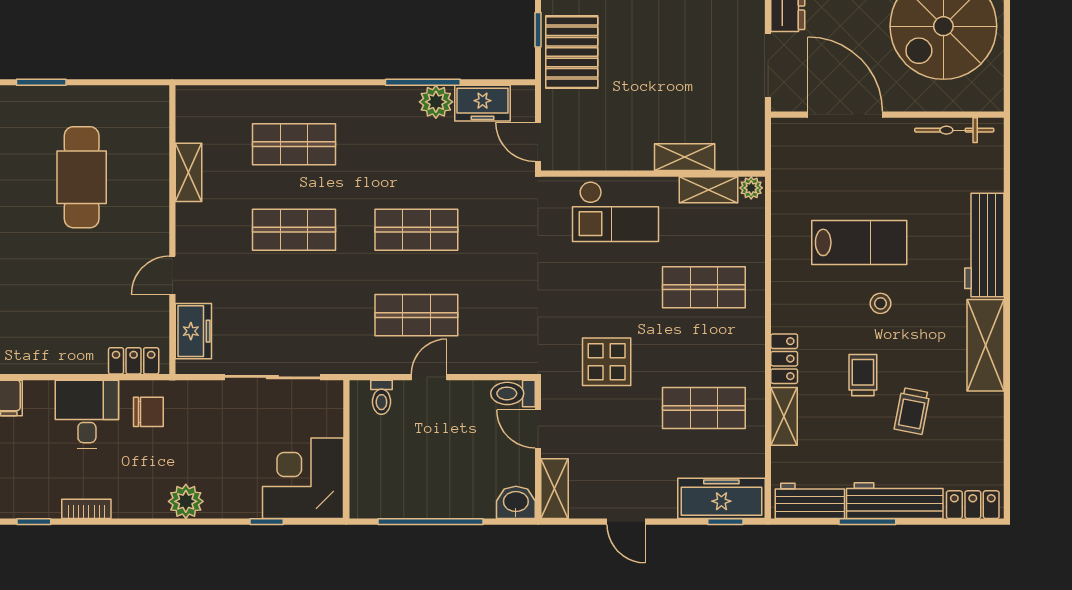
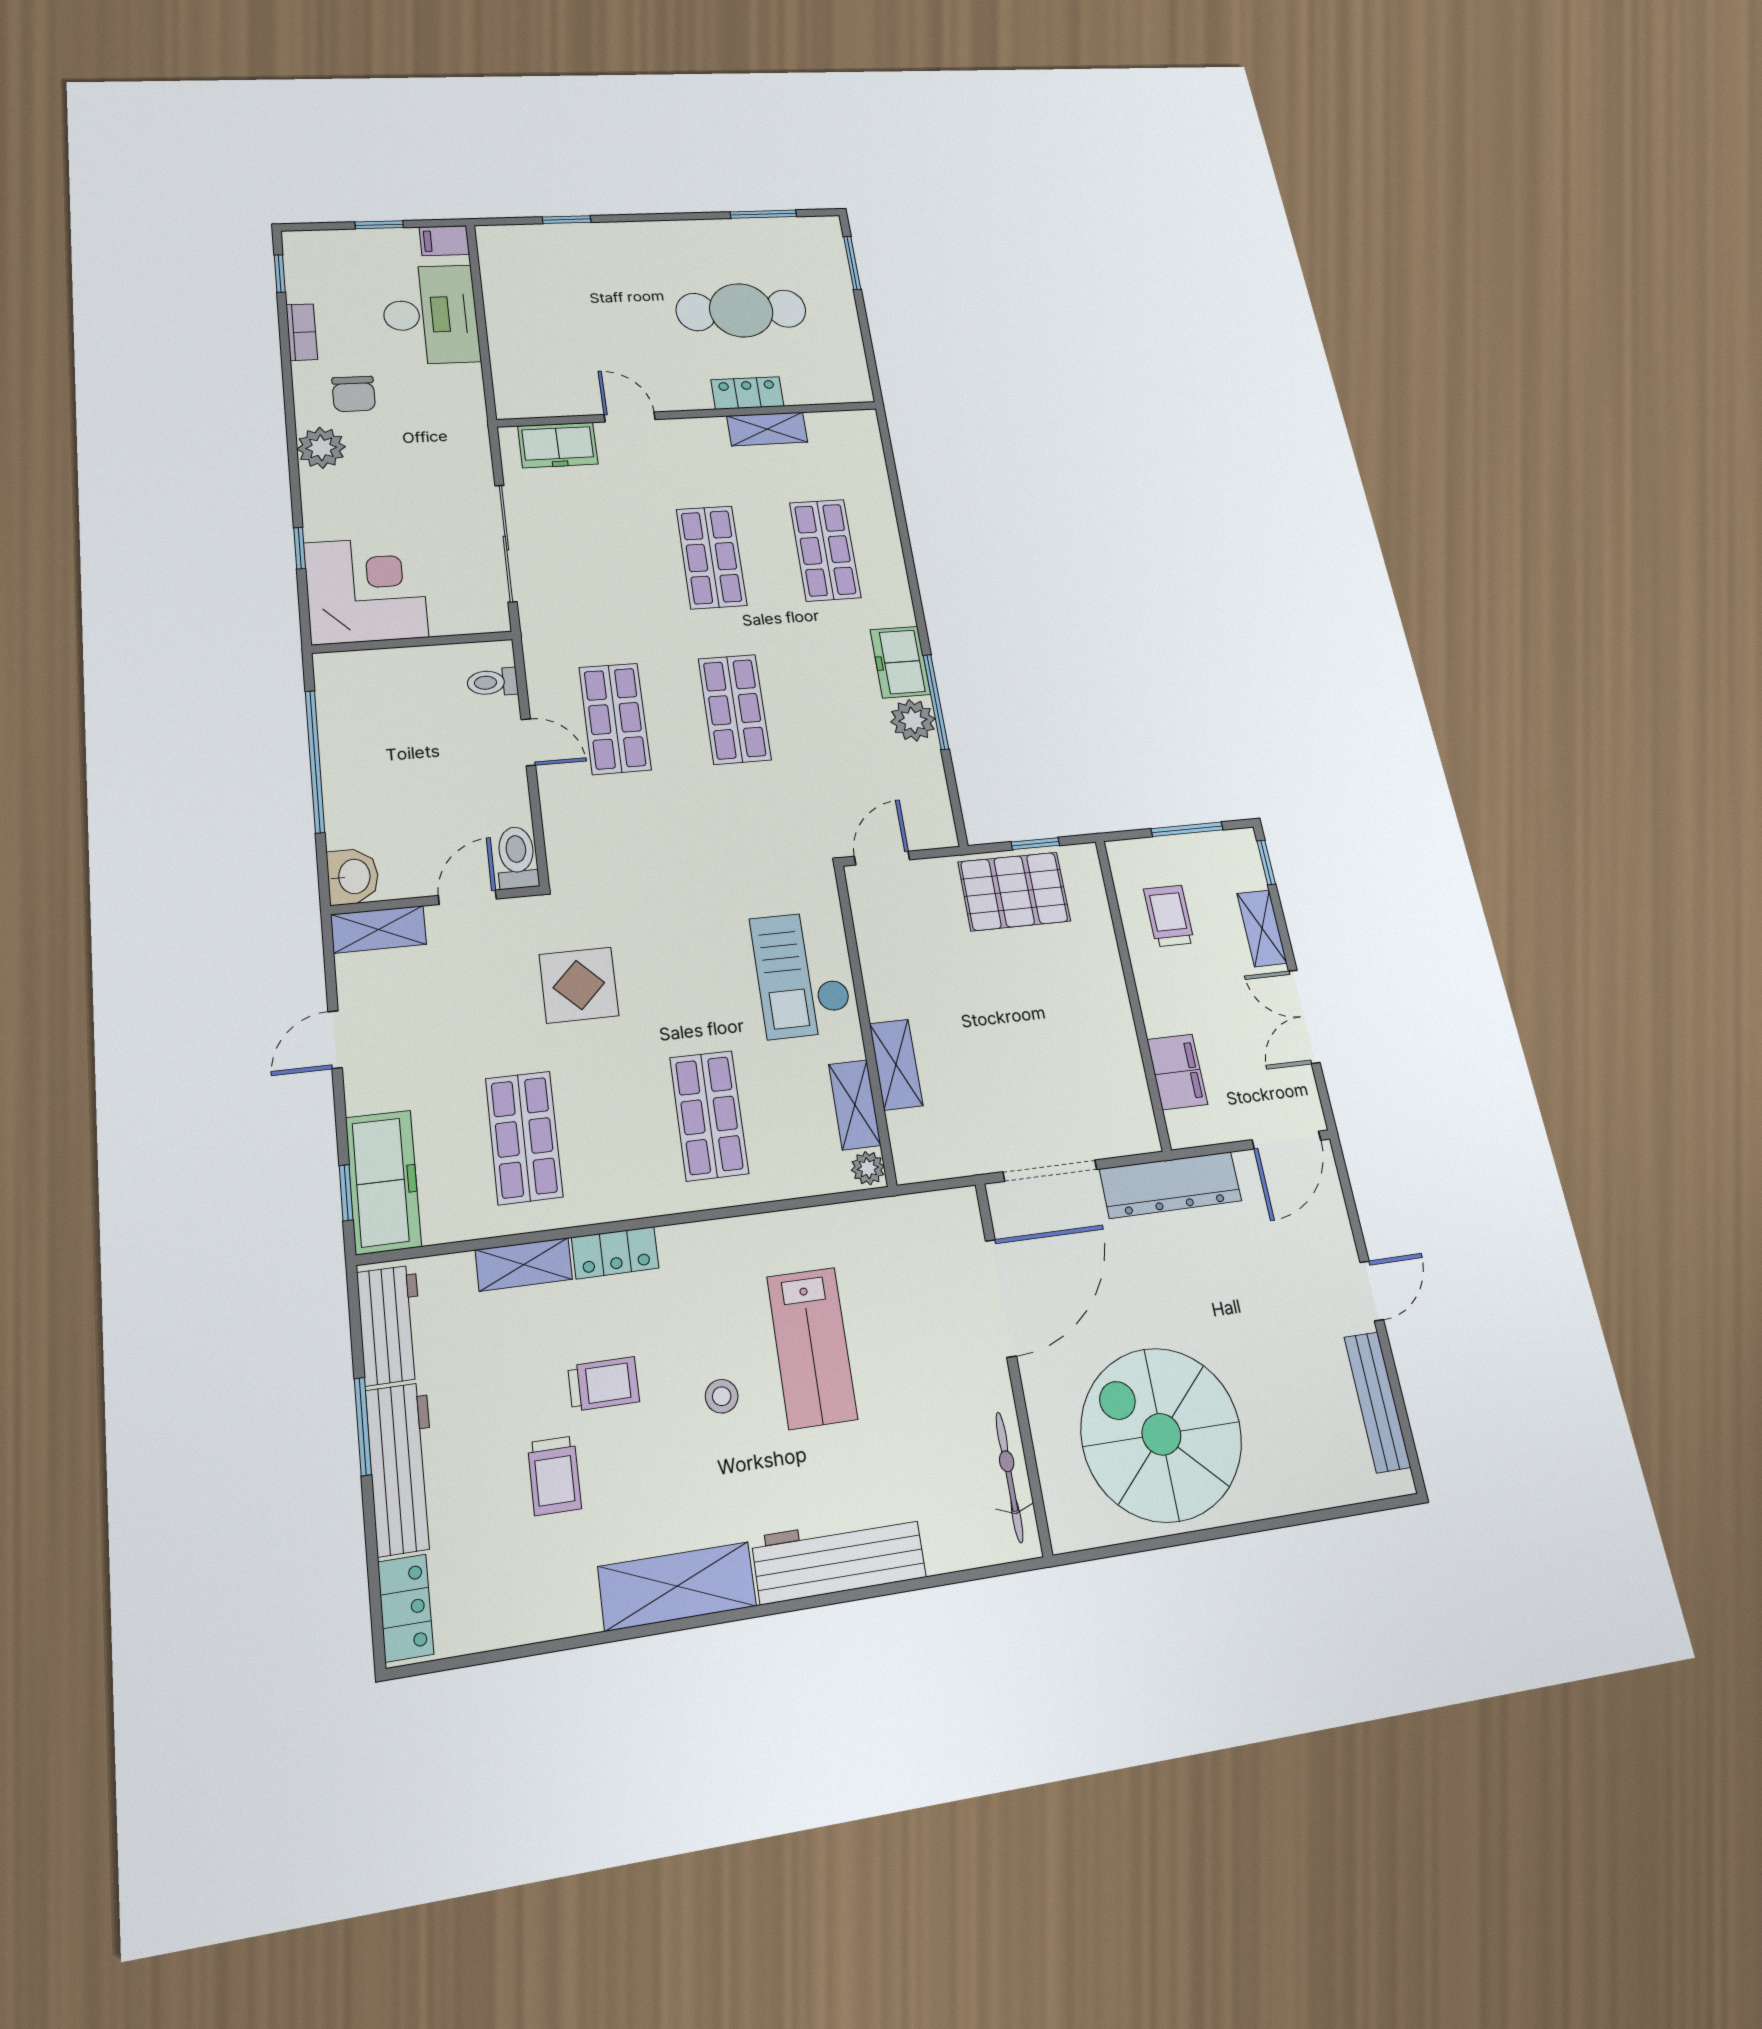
freezer: (483, 103) -> (900, 662), moved
locker: (134, 361) -> (747, 393), moved, turned -90
trolley: (912, 411) -> (554, 1476), turned -101
chair: (148, 412) -> (354, 394), moved
desk: (87, 414) -> (430, 315), width x1.37

